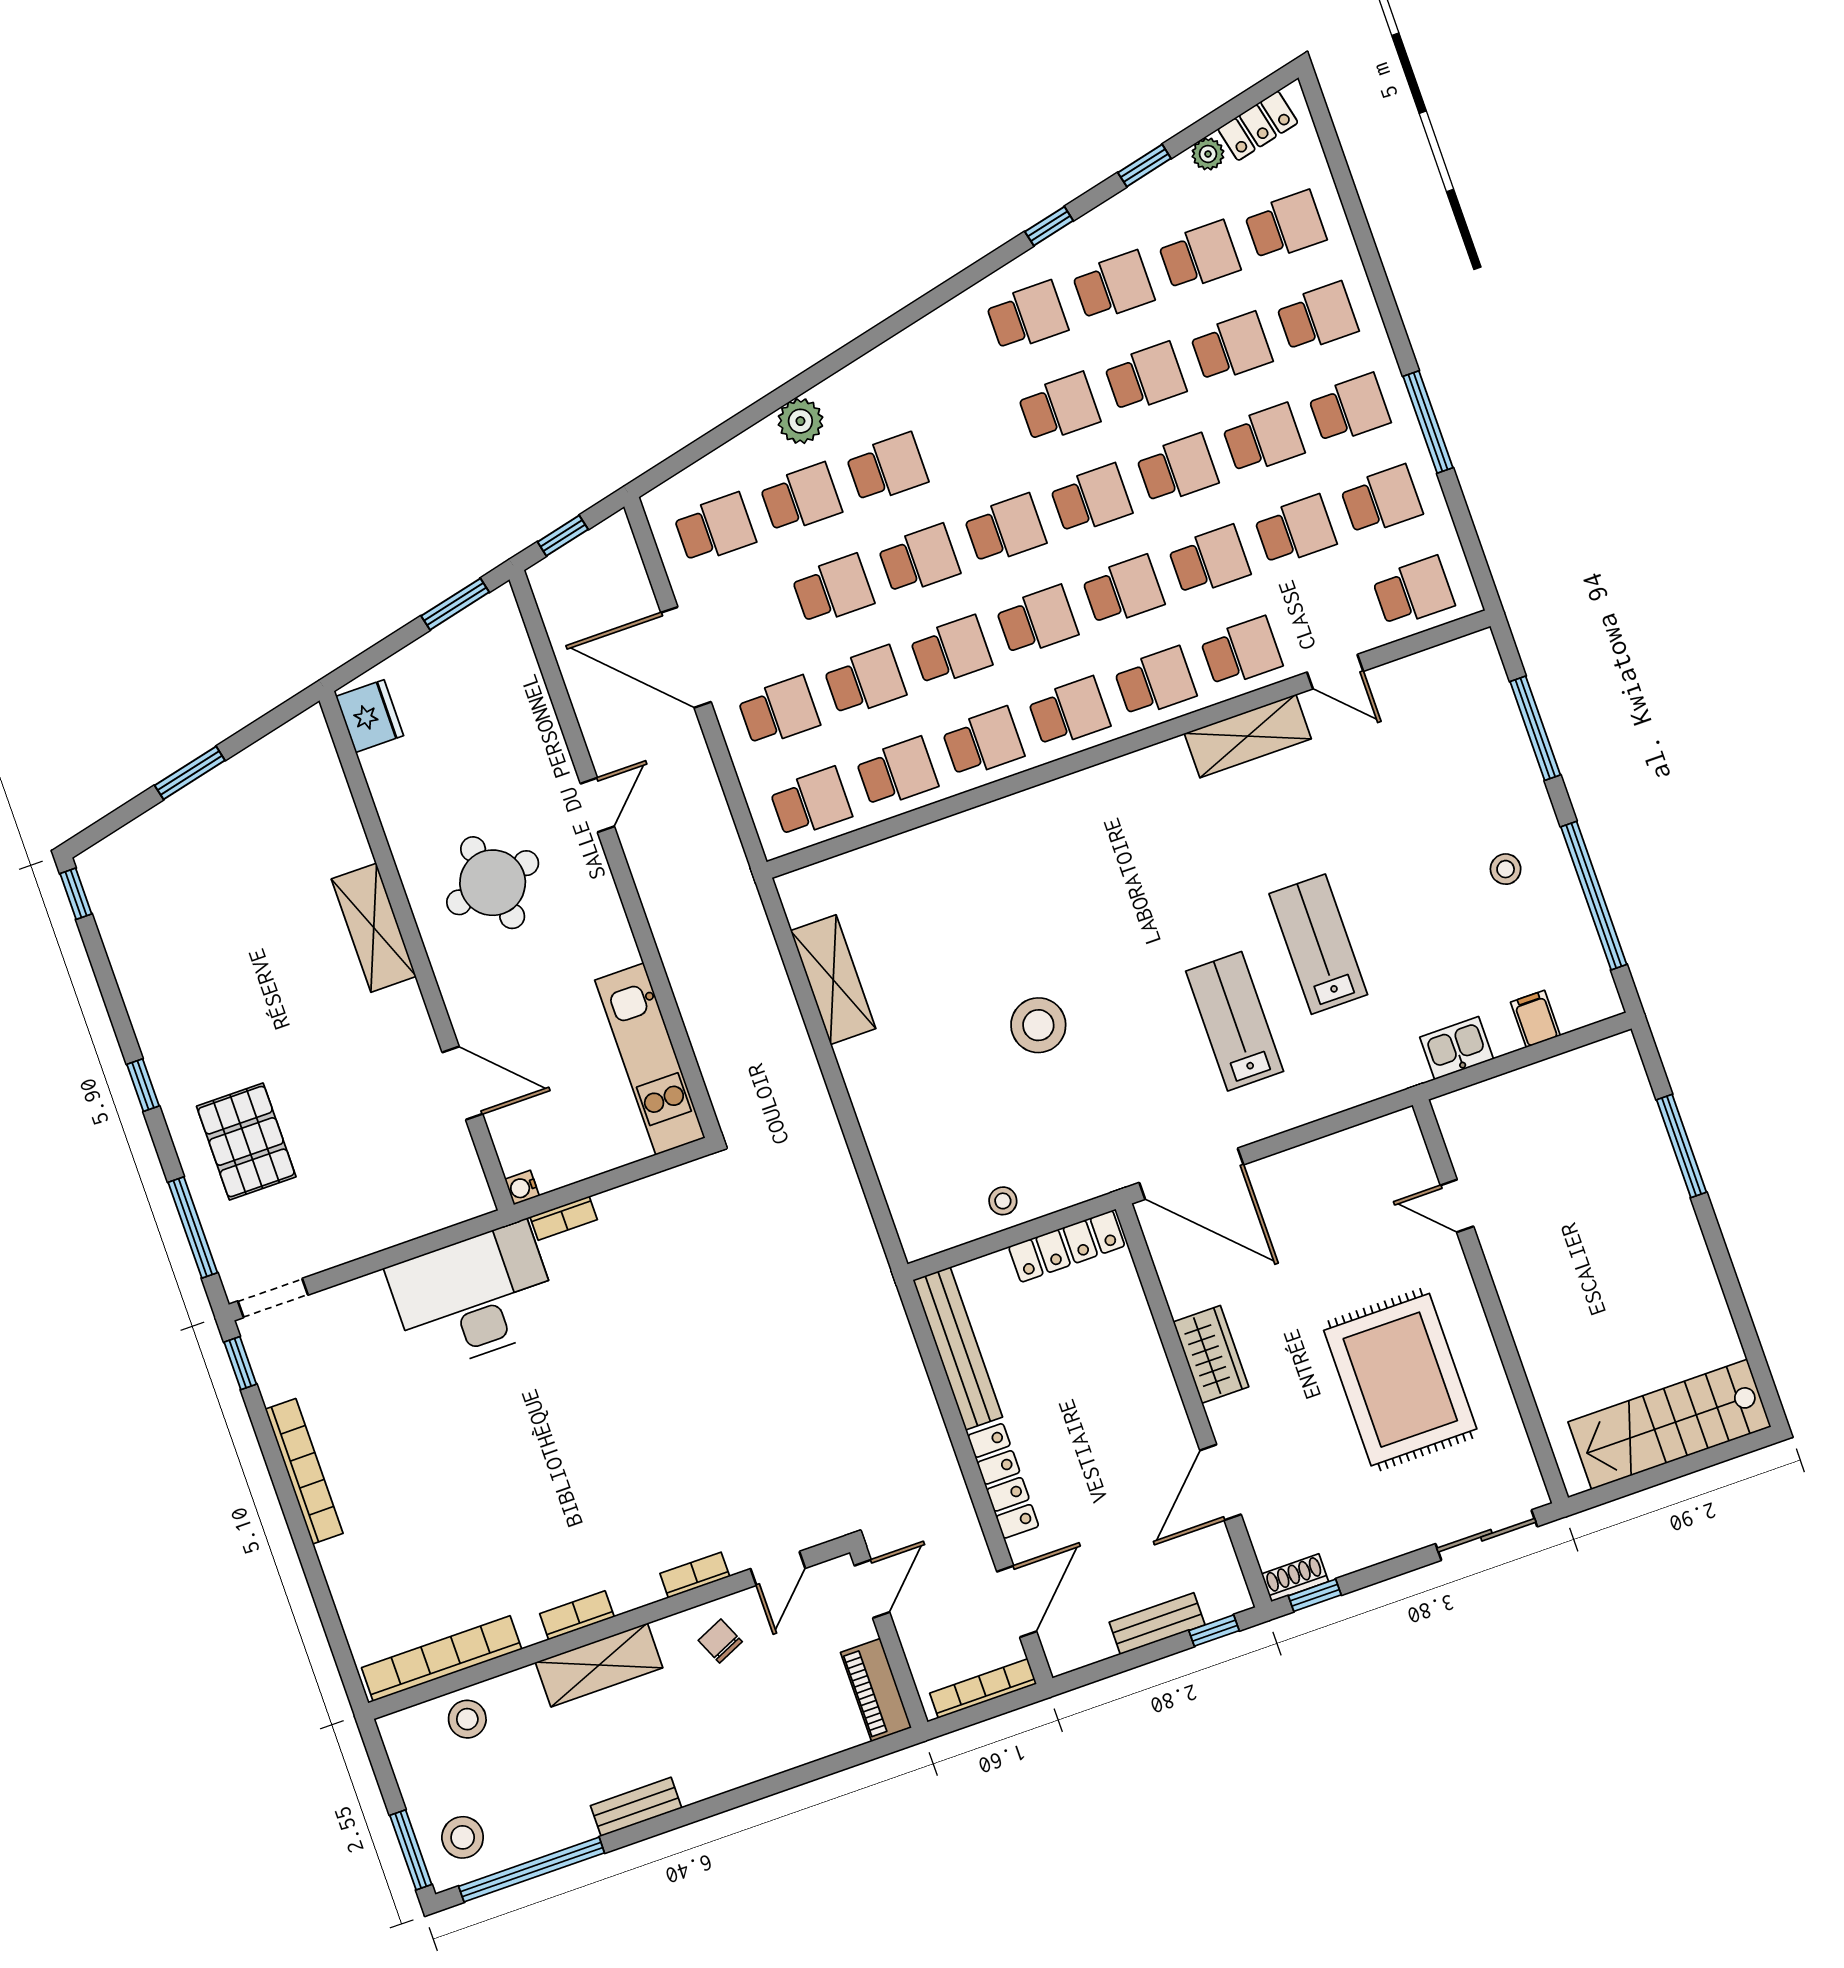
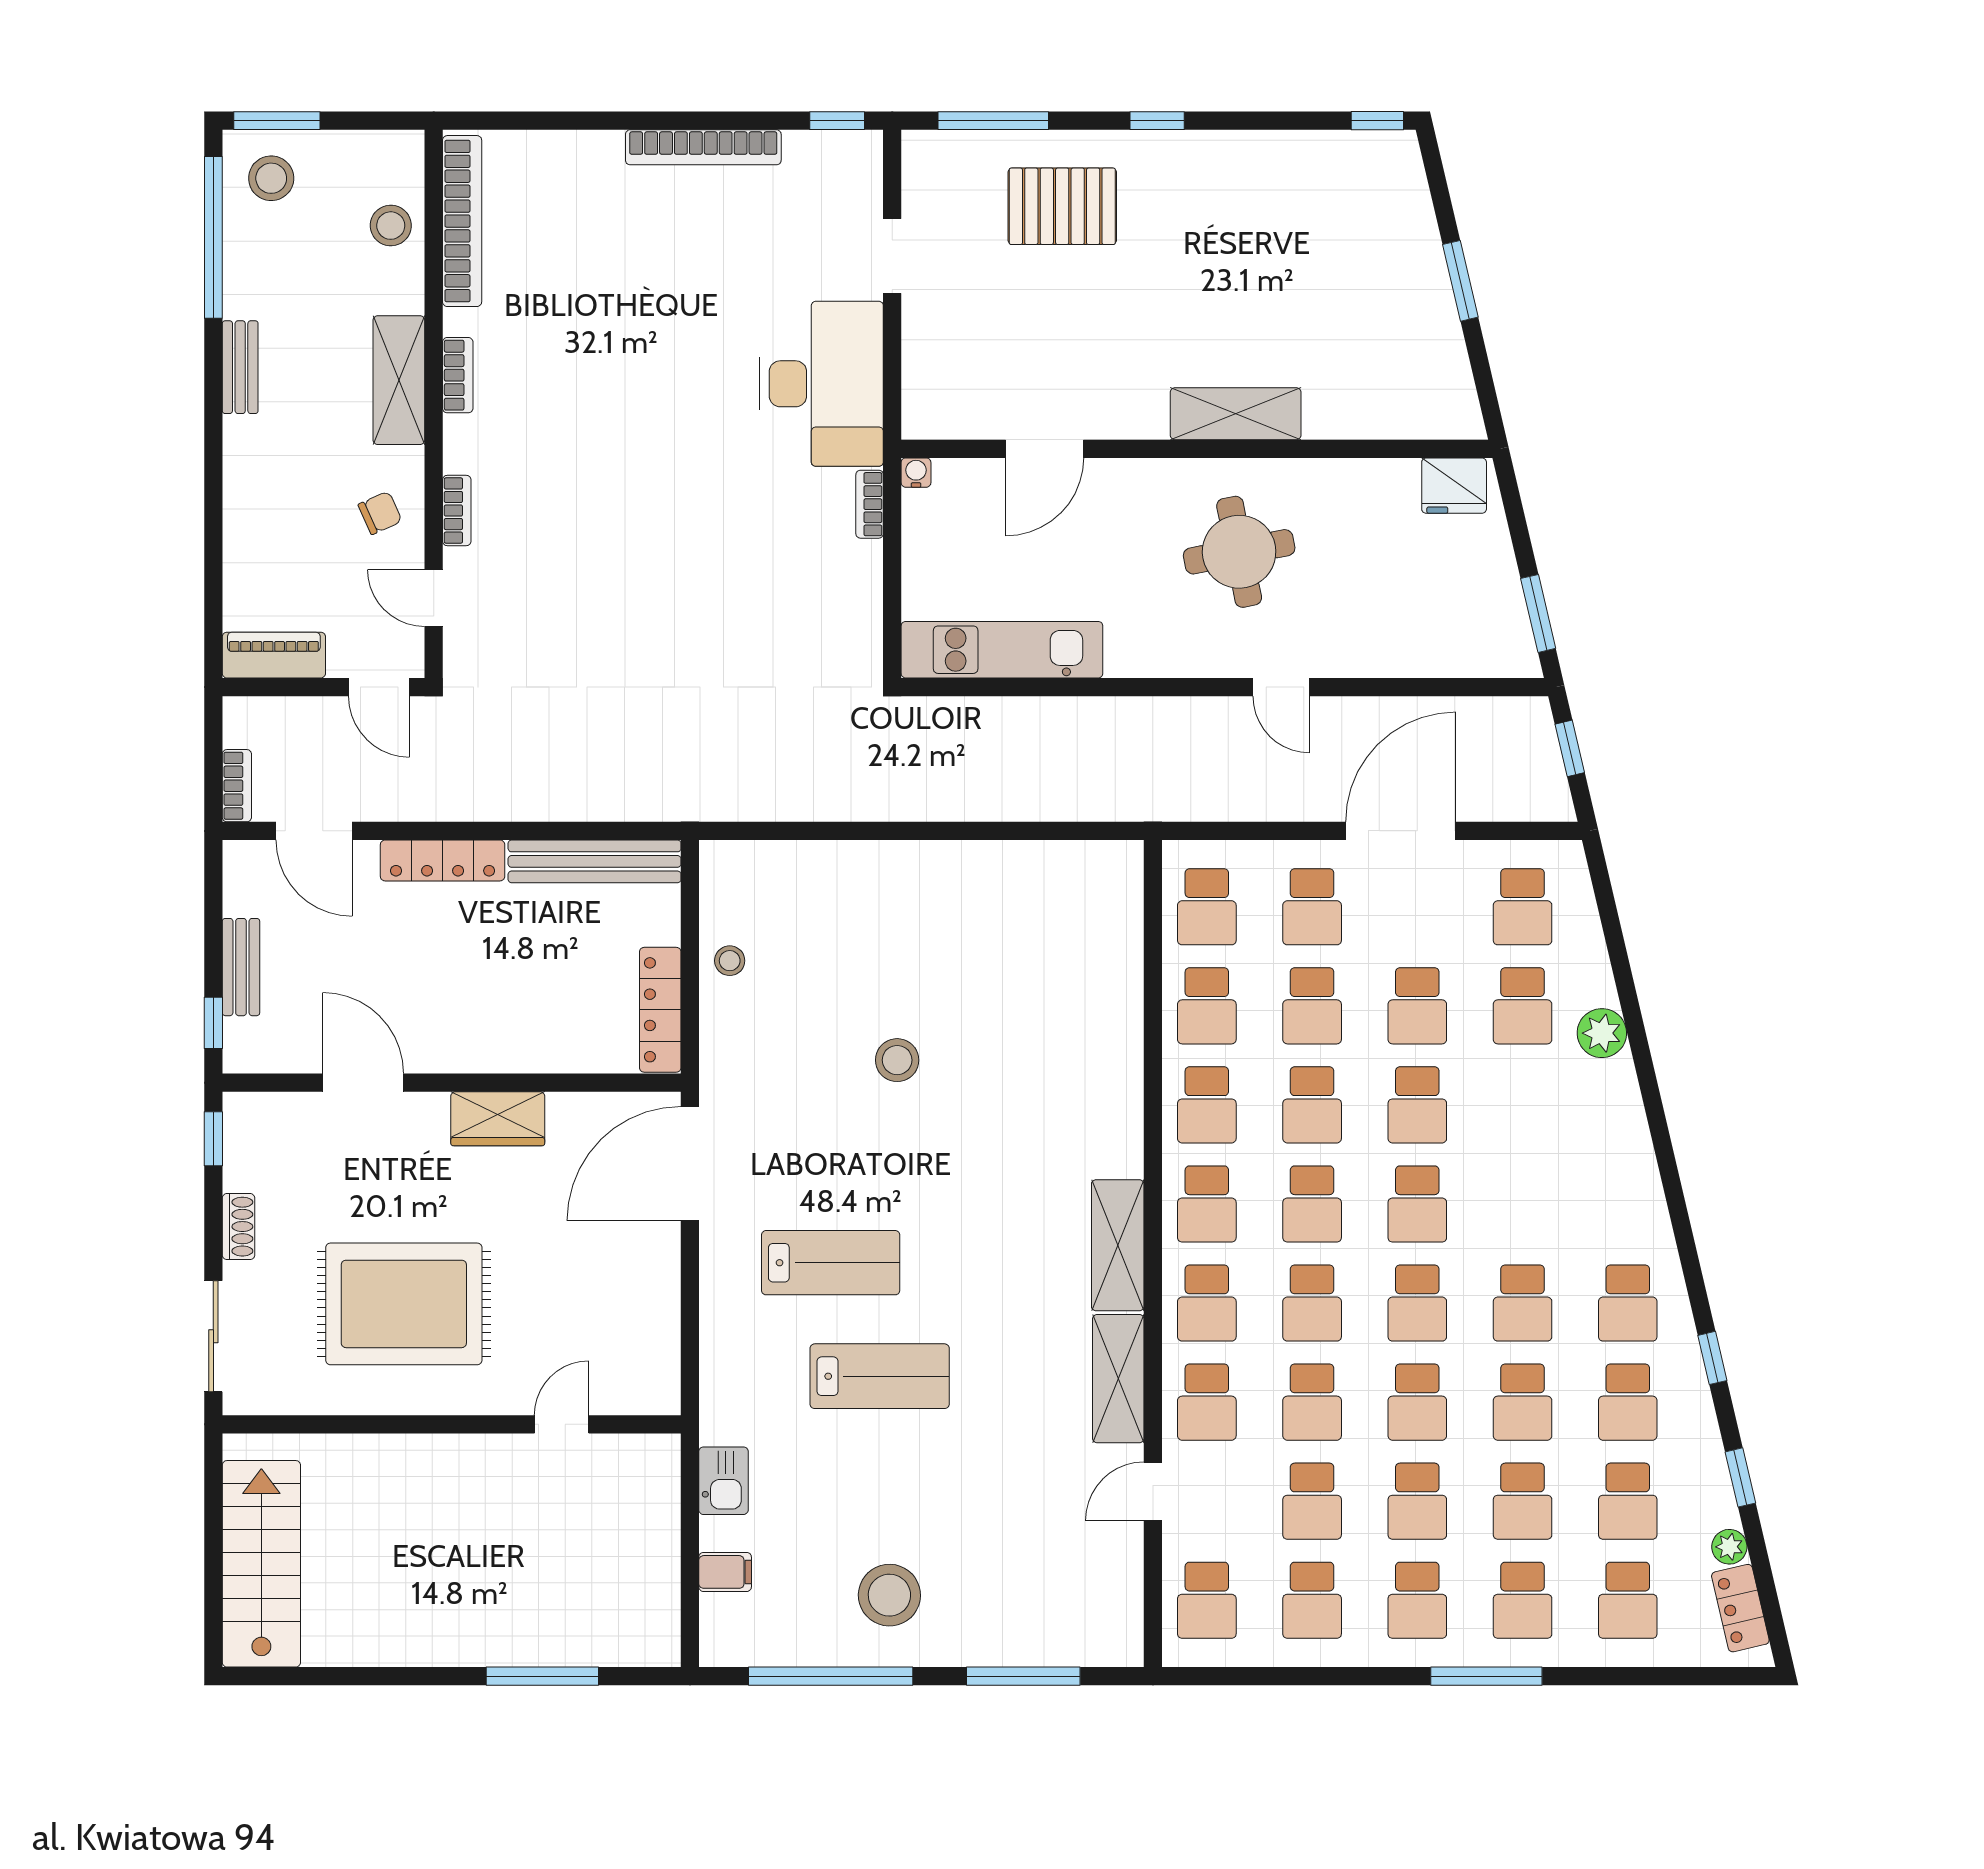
window: (1428, 422) -> (1486, 1676), moved
school desk: (887, 468) -> (1523, 1105), removed
stool: (1506, 869) -> (889, 1595), width x1.89, depth x1.89
shelving: (833, 980) -> (1118, 1245), moved, turned 90
stool: (1038, 1025) -> (897, 1060), width x0.73, depth x0.73
doorway: (273, 1298) -> (892, 256), moved
shoe rack: (1295, 1578) -> (239, 1227), moved
bookcase: (983, 1689) -> (237, 786), width x0.64

